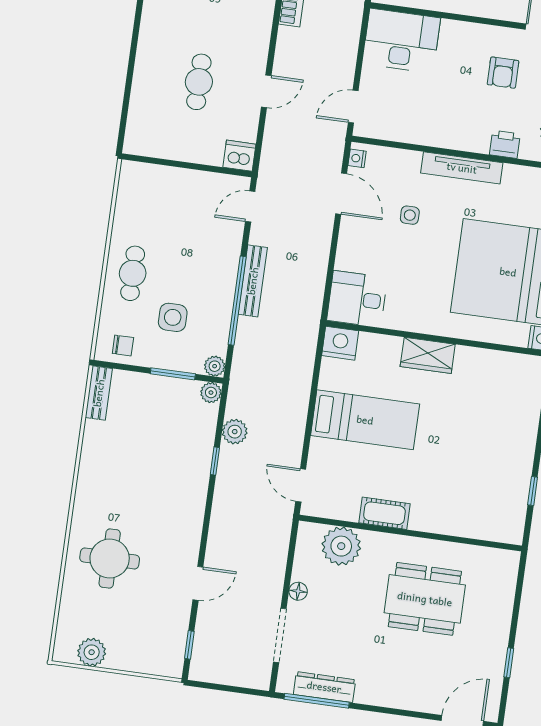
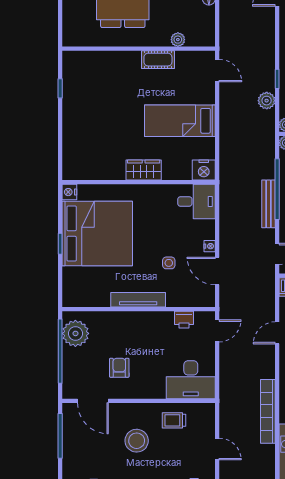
printer: (505, 144) -> (184, 320), moved
nightstand: (357, 158) -> (210, 246), moved
plant: (341, 546) -> (178, 40), width x0.53, depth x0.53

